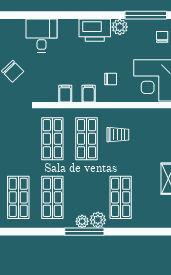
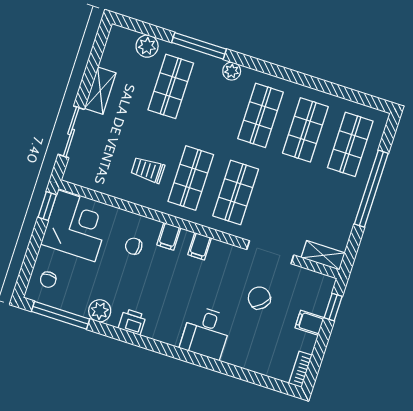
printer: (95, 30) -> (132, 322), width x0.53, depth x0.68
plant: (98, 220) -> (147, 46), moved
window: (84, 232) -> (199, 46), moved

